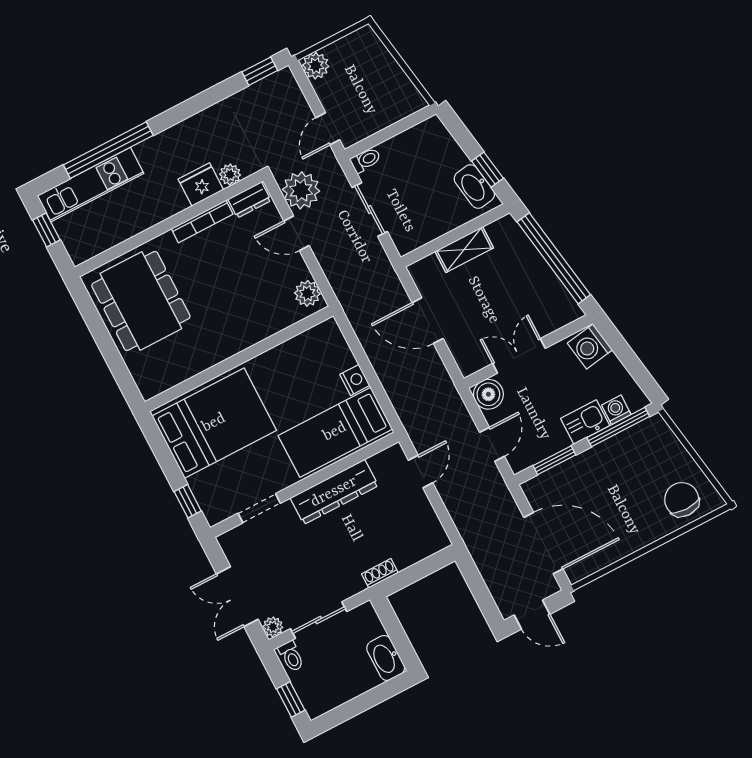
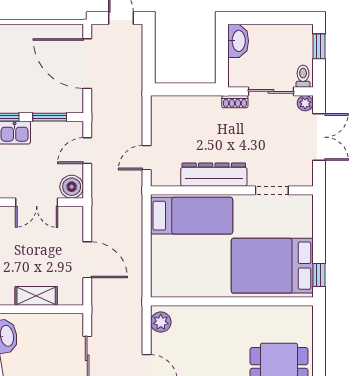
nightstand: (355, 380) -> (159, 245), removed
window: (188, 501) -> (319, 275), moved
shoe rack: (380, 573) -> (235, 102), moved

